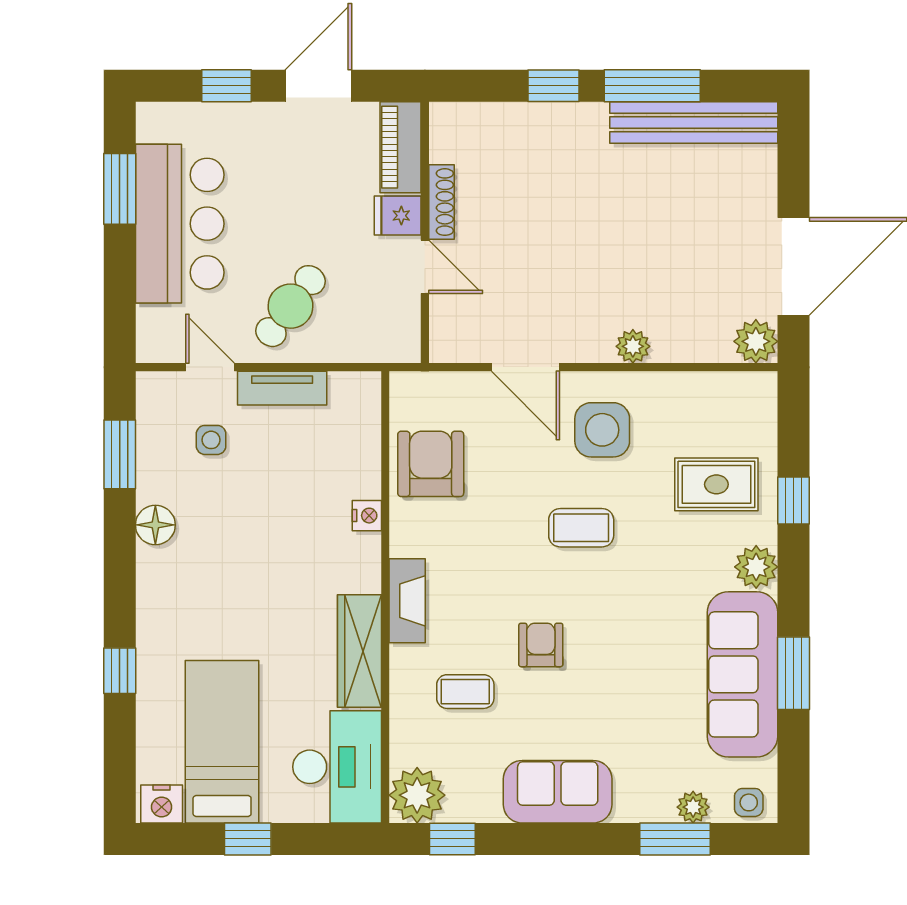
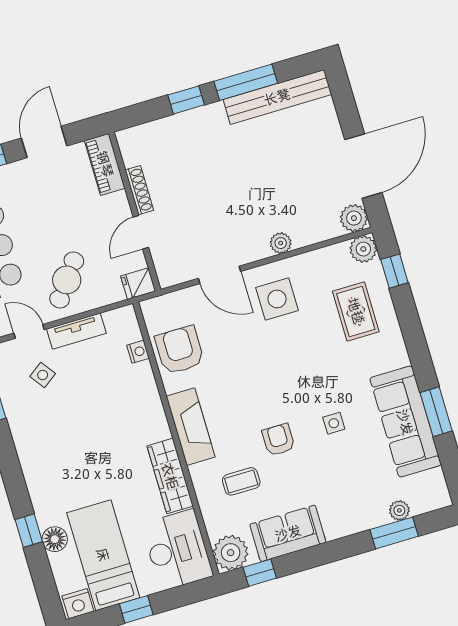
fridge: (398, 216) -> (138, 284), moved
door: (425, 267) -> (141, 232), swing flipped
side table: (211, 440) -> (43, 375), turned -36
rug: (716, 484) -> (356, 311), turned 90
window: (794, 500) -> (394, 271), moved
nightstand: (367, 516) -> (138, 352), moved
floor lamp: (155, 525) -> (55, 539), moved
coffee table: (581, 528) -> (282, 362), removed
plant: (756, 567) -> (363, 249), moved
fireplace: (407, 601) -> (191, 427), width x1.37, depth x1.32
sofa: (558, 792) -> (288, 533), moved
side table: (749, 802) -> (334, 423), moved

